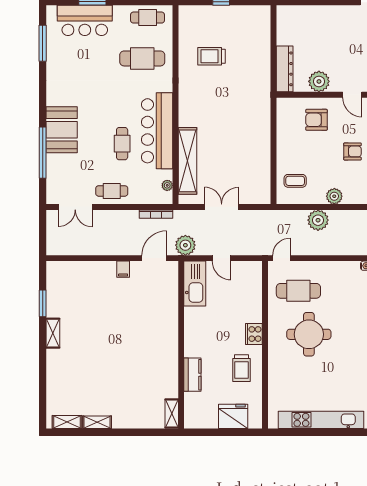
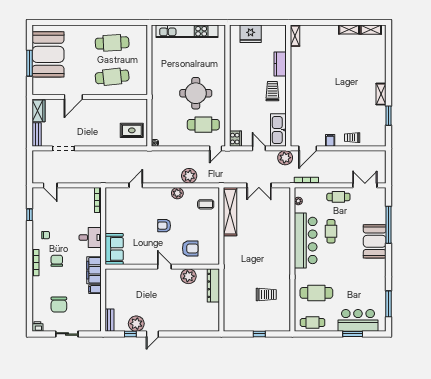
shelving: (187, 161) -> (230, 212), moved
trolley: (93, 273) -> (352, 138), added
cooker: (254, 334) -> (236, 139), moved
trolley: (242, 368) -> (272, 91), moved

